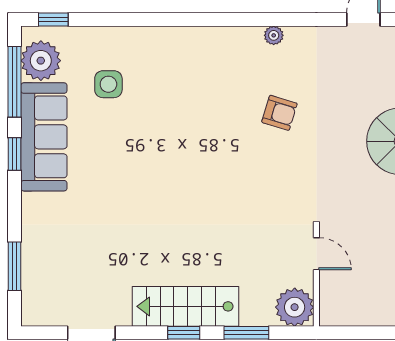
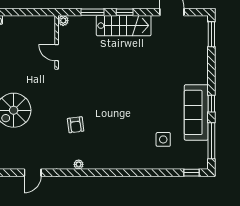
plant: (41, 61) -> (198, 152), removed
armchair: (279, 113) -> (76, 125), turned -114
window: (14, 266) -> (211, 34), moved
plant: (295, 307) -> (63, 21), width x0.53, depth x0.53

